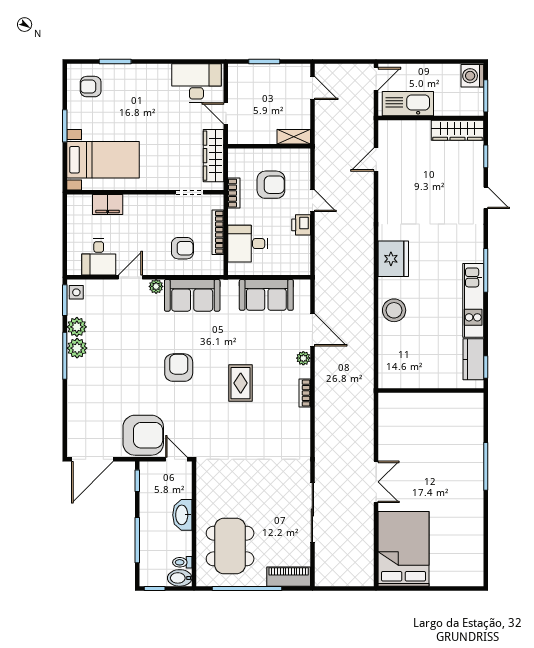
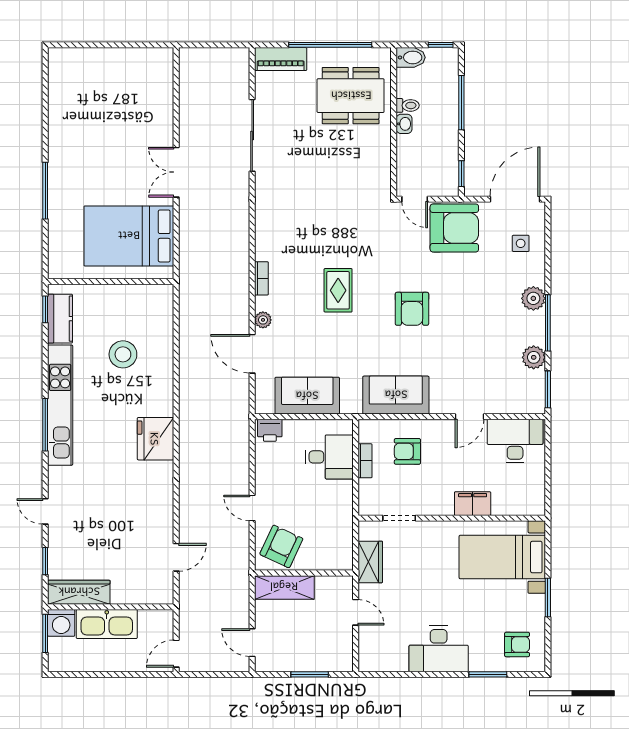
washing machine: (472, 76) -> (61, 623), moved, turned 90
desk: (196, 83) -> (439, 649), moved
kitchen sink: (408, 104) -> (107, 624), moved
shelving: (294, 137) -> (284, 587), width x1.50, depth x1.33
wardrobe: (214, 156) -> (370, 562), width x0.67
armchair: (271, 185) -> (281, 546), moved, turned 115
bookcase: (234, 193) -> (346, 517), removed
filing cabinet: (108, 204) -> (473, 504), moved
printer: (301, 225) -> (270, 430), moved, turned 90
bookcase: (218, 232) -> (365, 461), width x0.64
desk: (99, 257) -> (515, 441), width x1.37
plant: (156, 286) -> (439, 406), removed
side table: (76, 292) -> (521, 243), moved
kitchen unit: (473, 300) -> (60, 405), width x1.36
stool: (394, 310) -> (123, 354), moved
plant: (77, 348) -> (533, 298), moved
armchair: (143, 435) -> (454, 228), turned 180
washbasin: (182, 515) -> (404, 124), width x0.52, depth x0.69
dining table: (230, 546) -> (351, 96), turned 90
bed: (403, 549) -> (129, 236), moved, turned 90
toilet: (182, 562) -> (408, 105), moved

